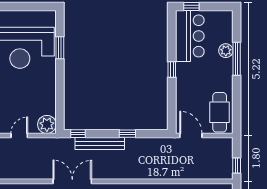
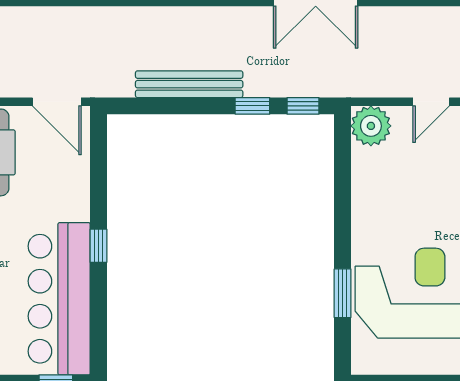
bar counter: (190, 36) -> (59, 299), width x1.36
window: (127, 134) -> (252, 106), moved
bench: (100, 144) -> (189, 84), moved

